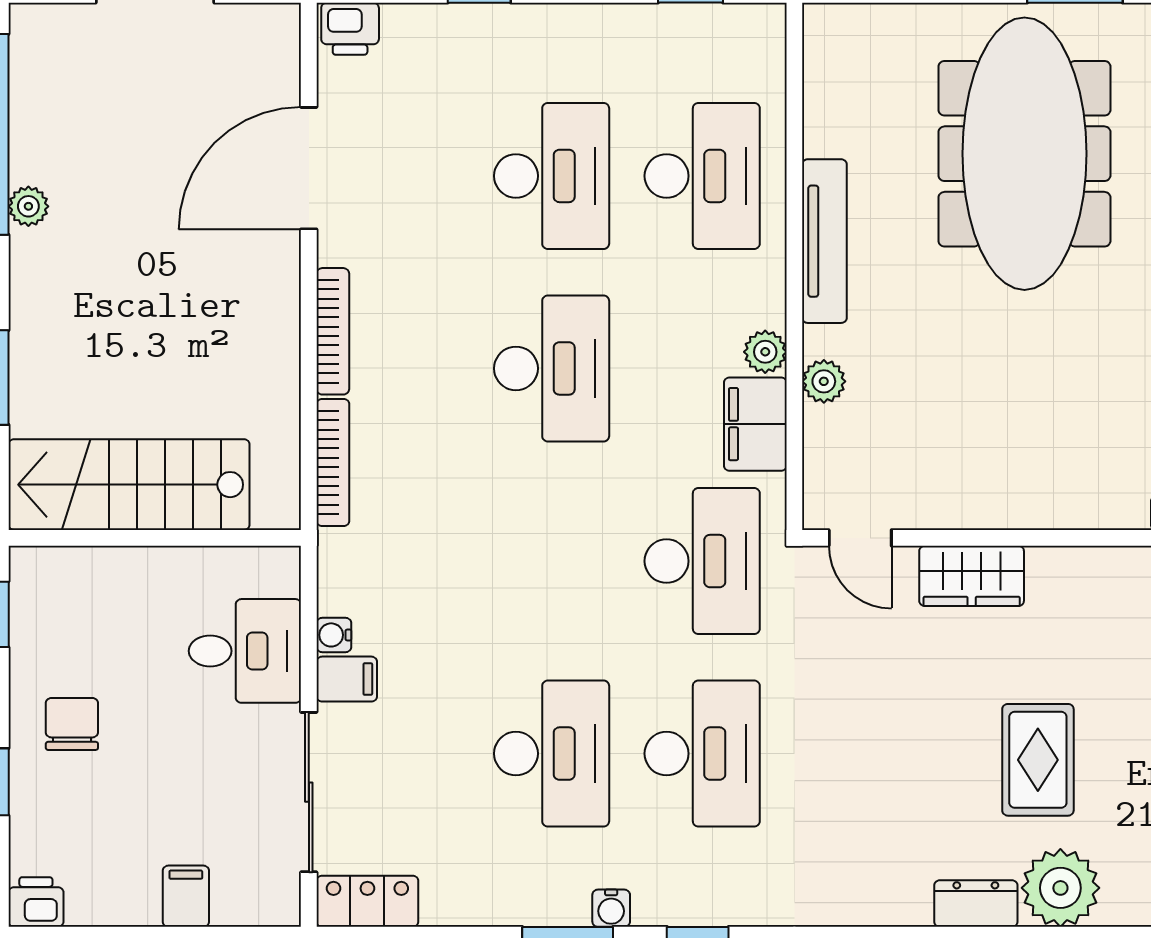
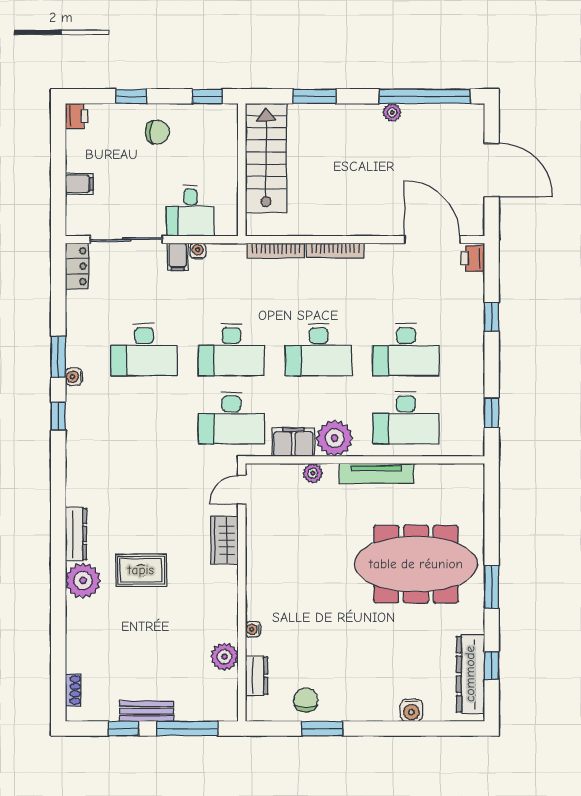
door: (309, 168) -> (432, 240), moved
plant: (765, 352) -> (335, 438), width x1.87, depth x1.87
desk: (702, 754) -> (231, 350), moved
dresser: (976, 904) -> (76, 534), width x1.44

